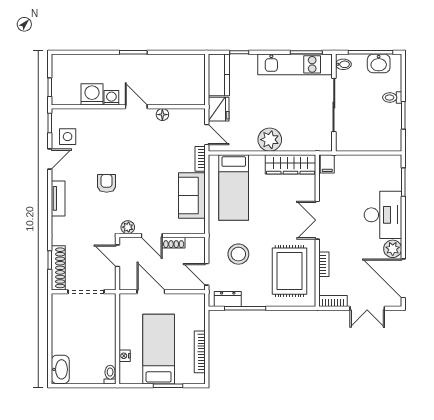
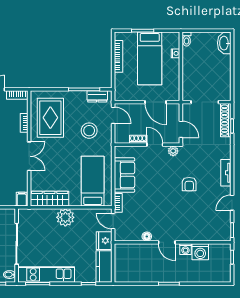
side table: (68, 137) -> (219, 220), removed

